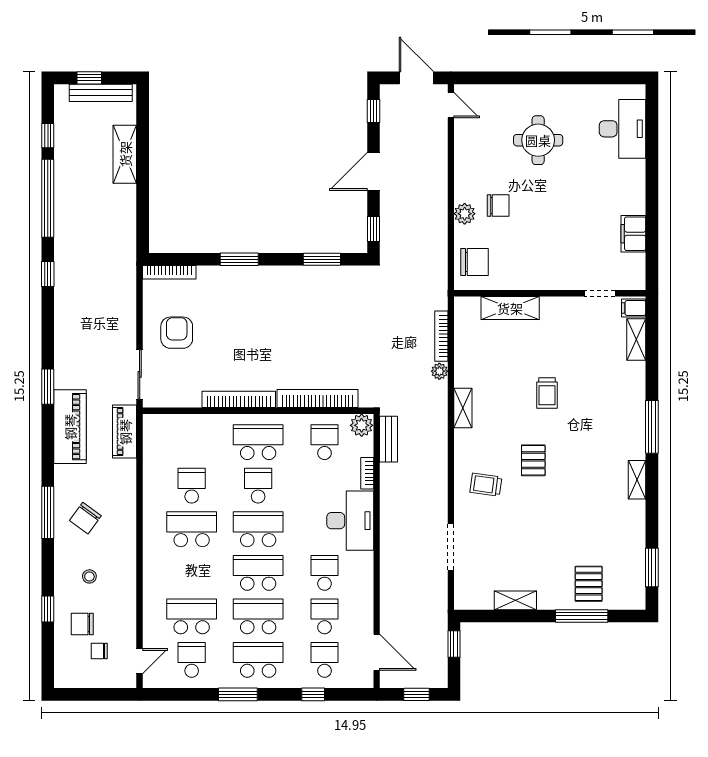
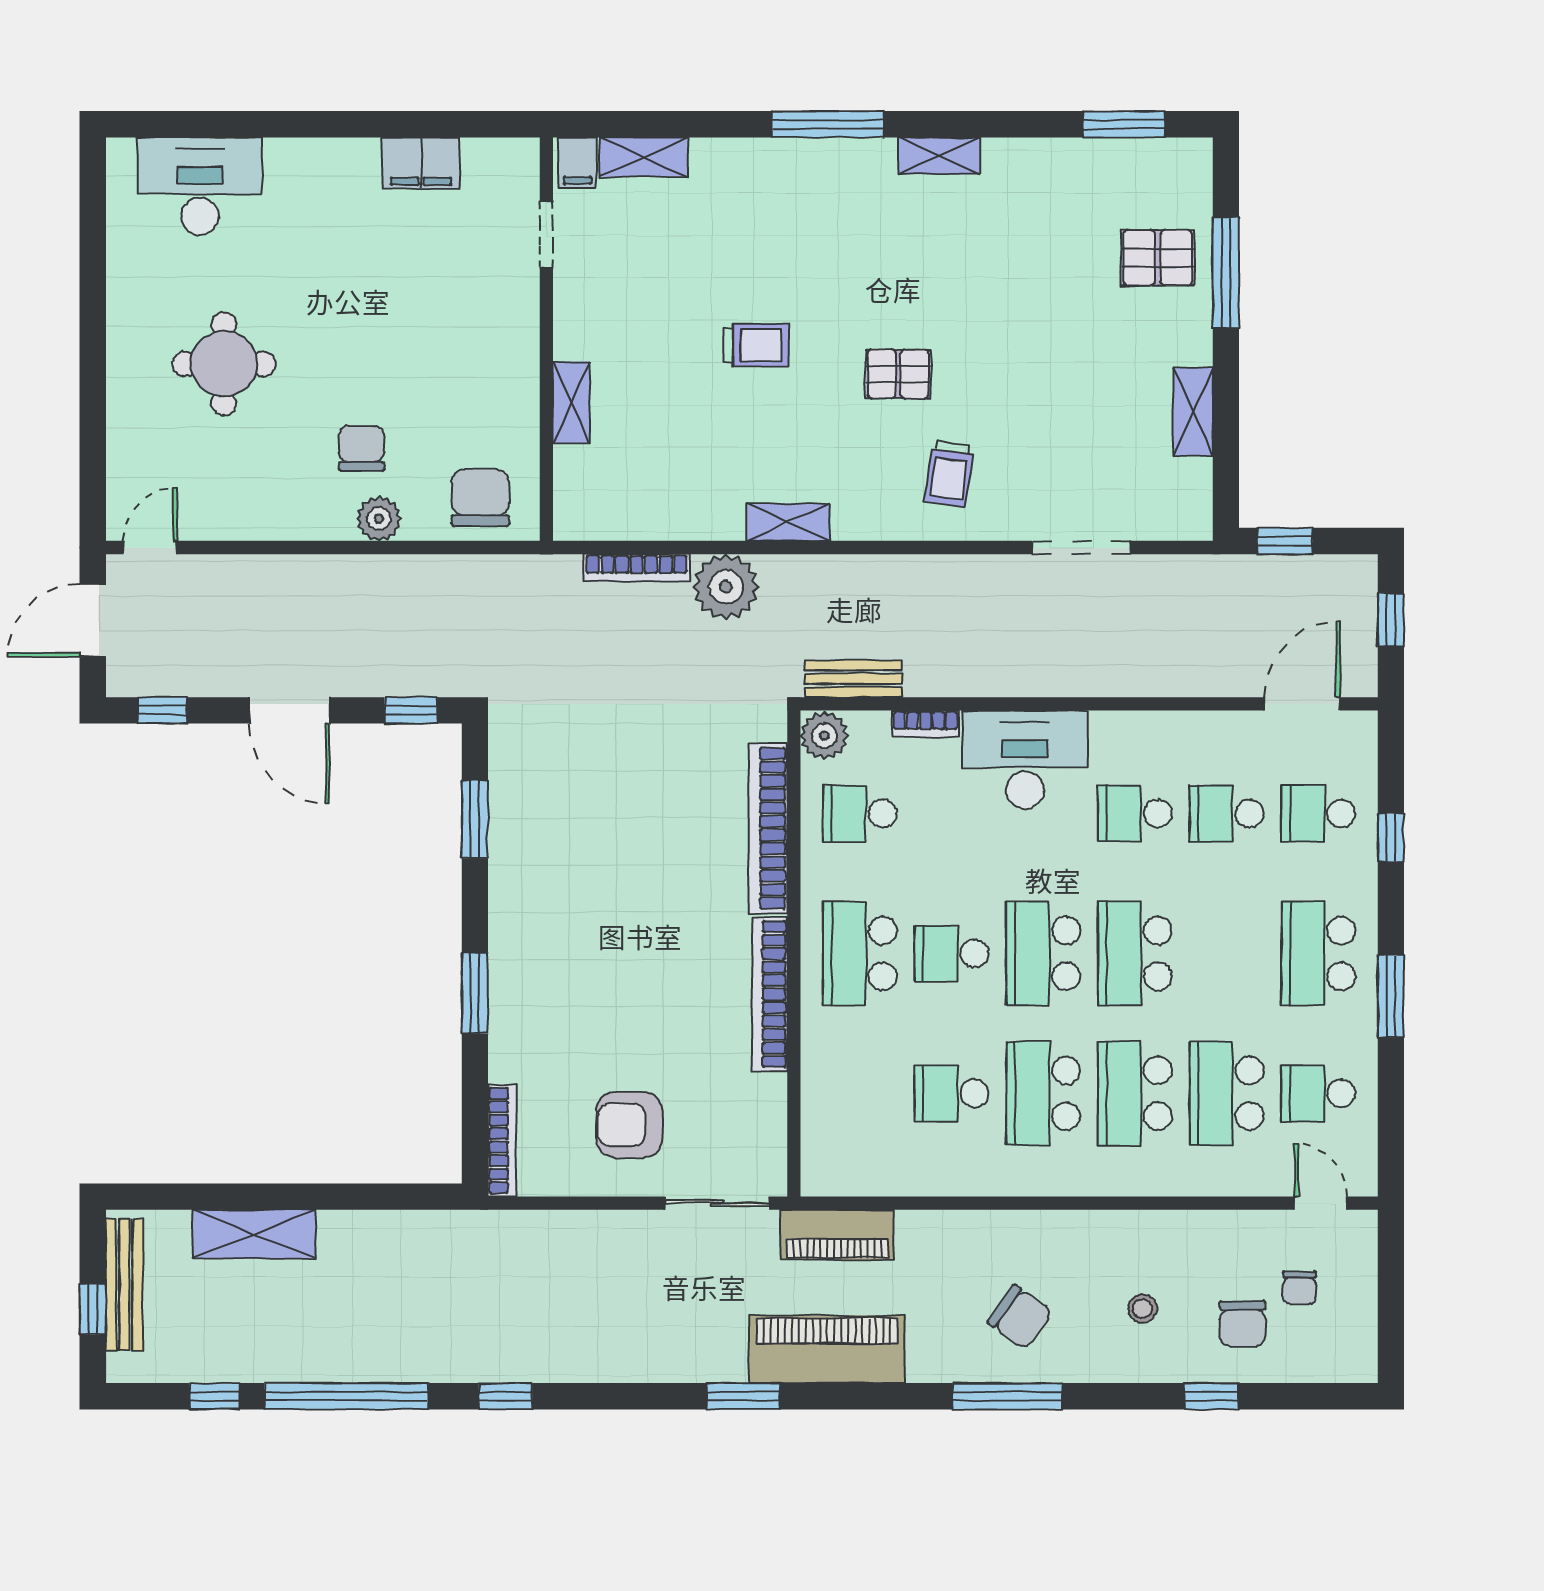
shelving: (510, 308) -> (571, 402), width x0.67, depth x0.75
plant: (439, 371) -> (726, 587), width x1.87, depth x1.87
school desk: (258, 616) -> (1135, 1093), moved

